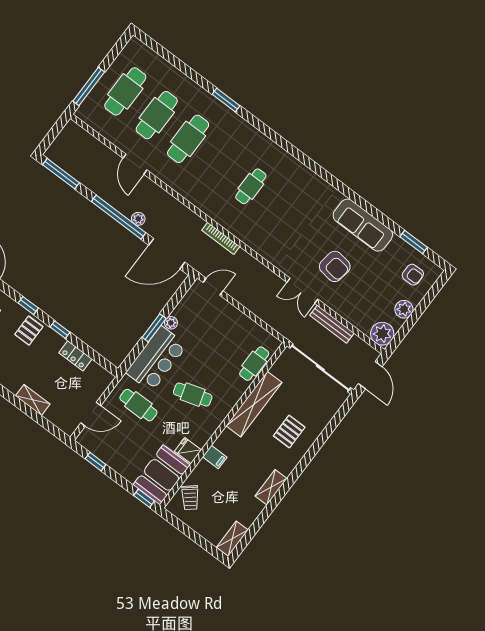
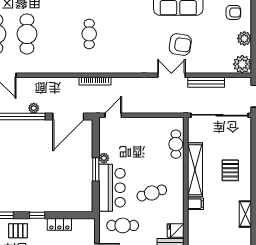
double door: (302, 291) -> (171, 75), swing flipped
pallet: (29, 331) -> (18, 231), turned 90
filing cabinet: (215, 457) -> (195, 204), moved

